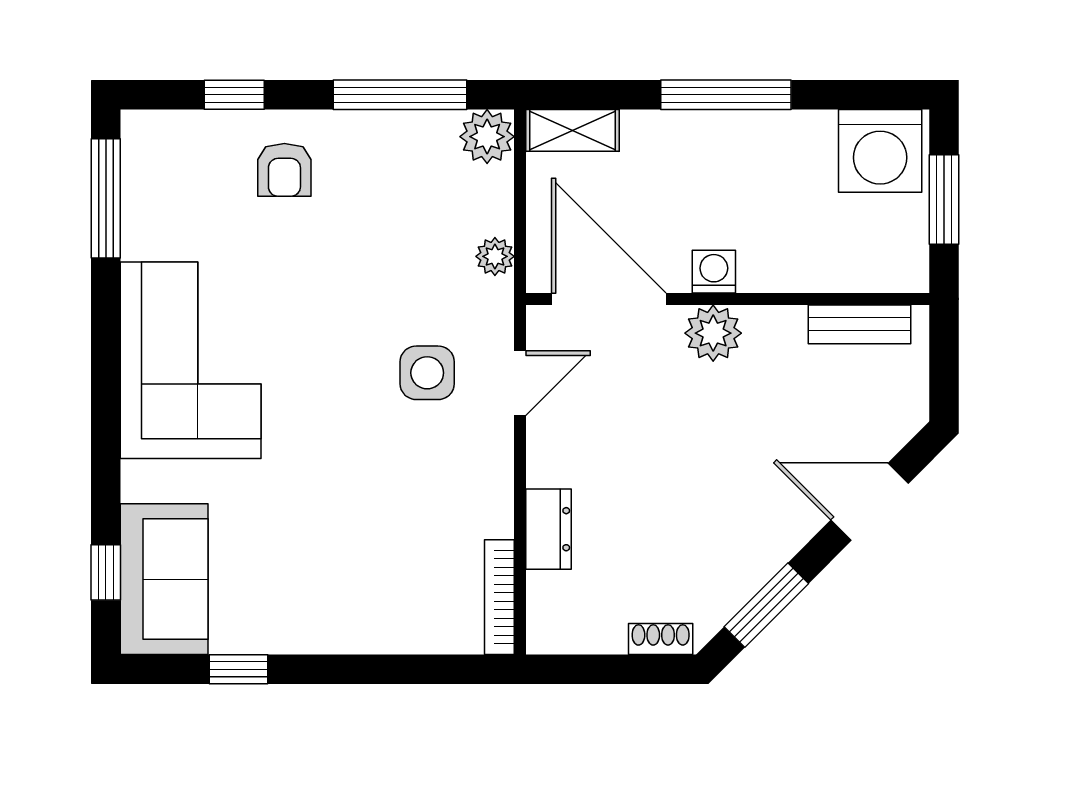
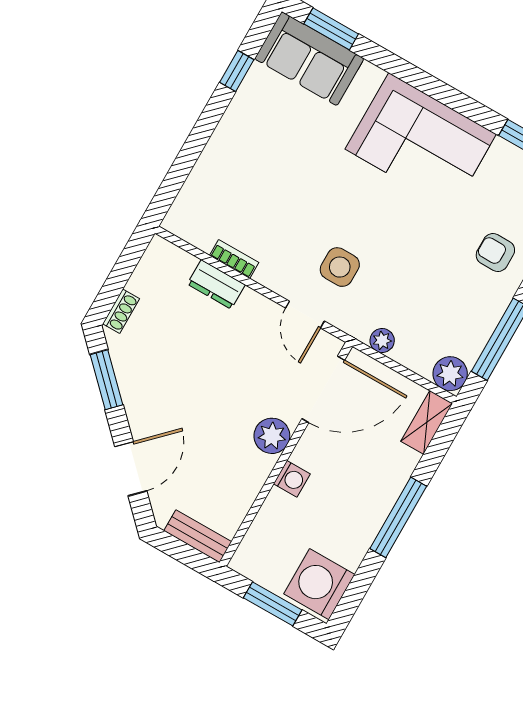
washing machine: (714, 272) -> (292, 479), moved
bench: (860, 324) -> (198, 536), moved, turned 90
window: (106, 572) -> (331, 29), width x1.50
bookcase: (499, 597) -> (234, 259), moved, width x0.64

